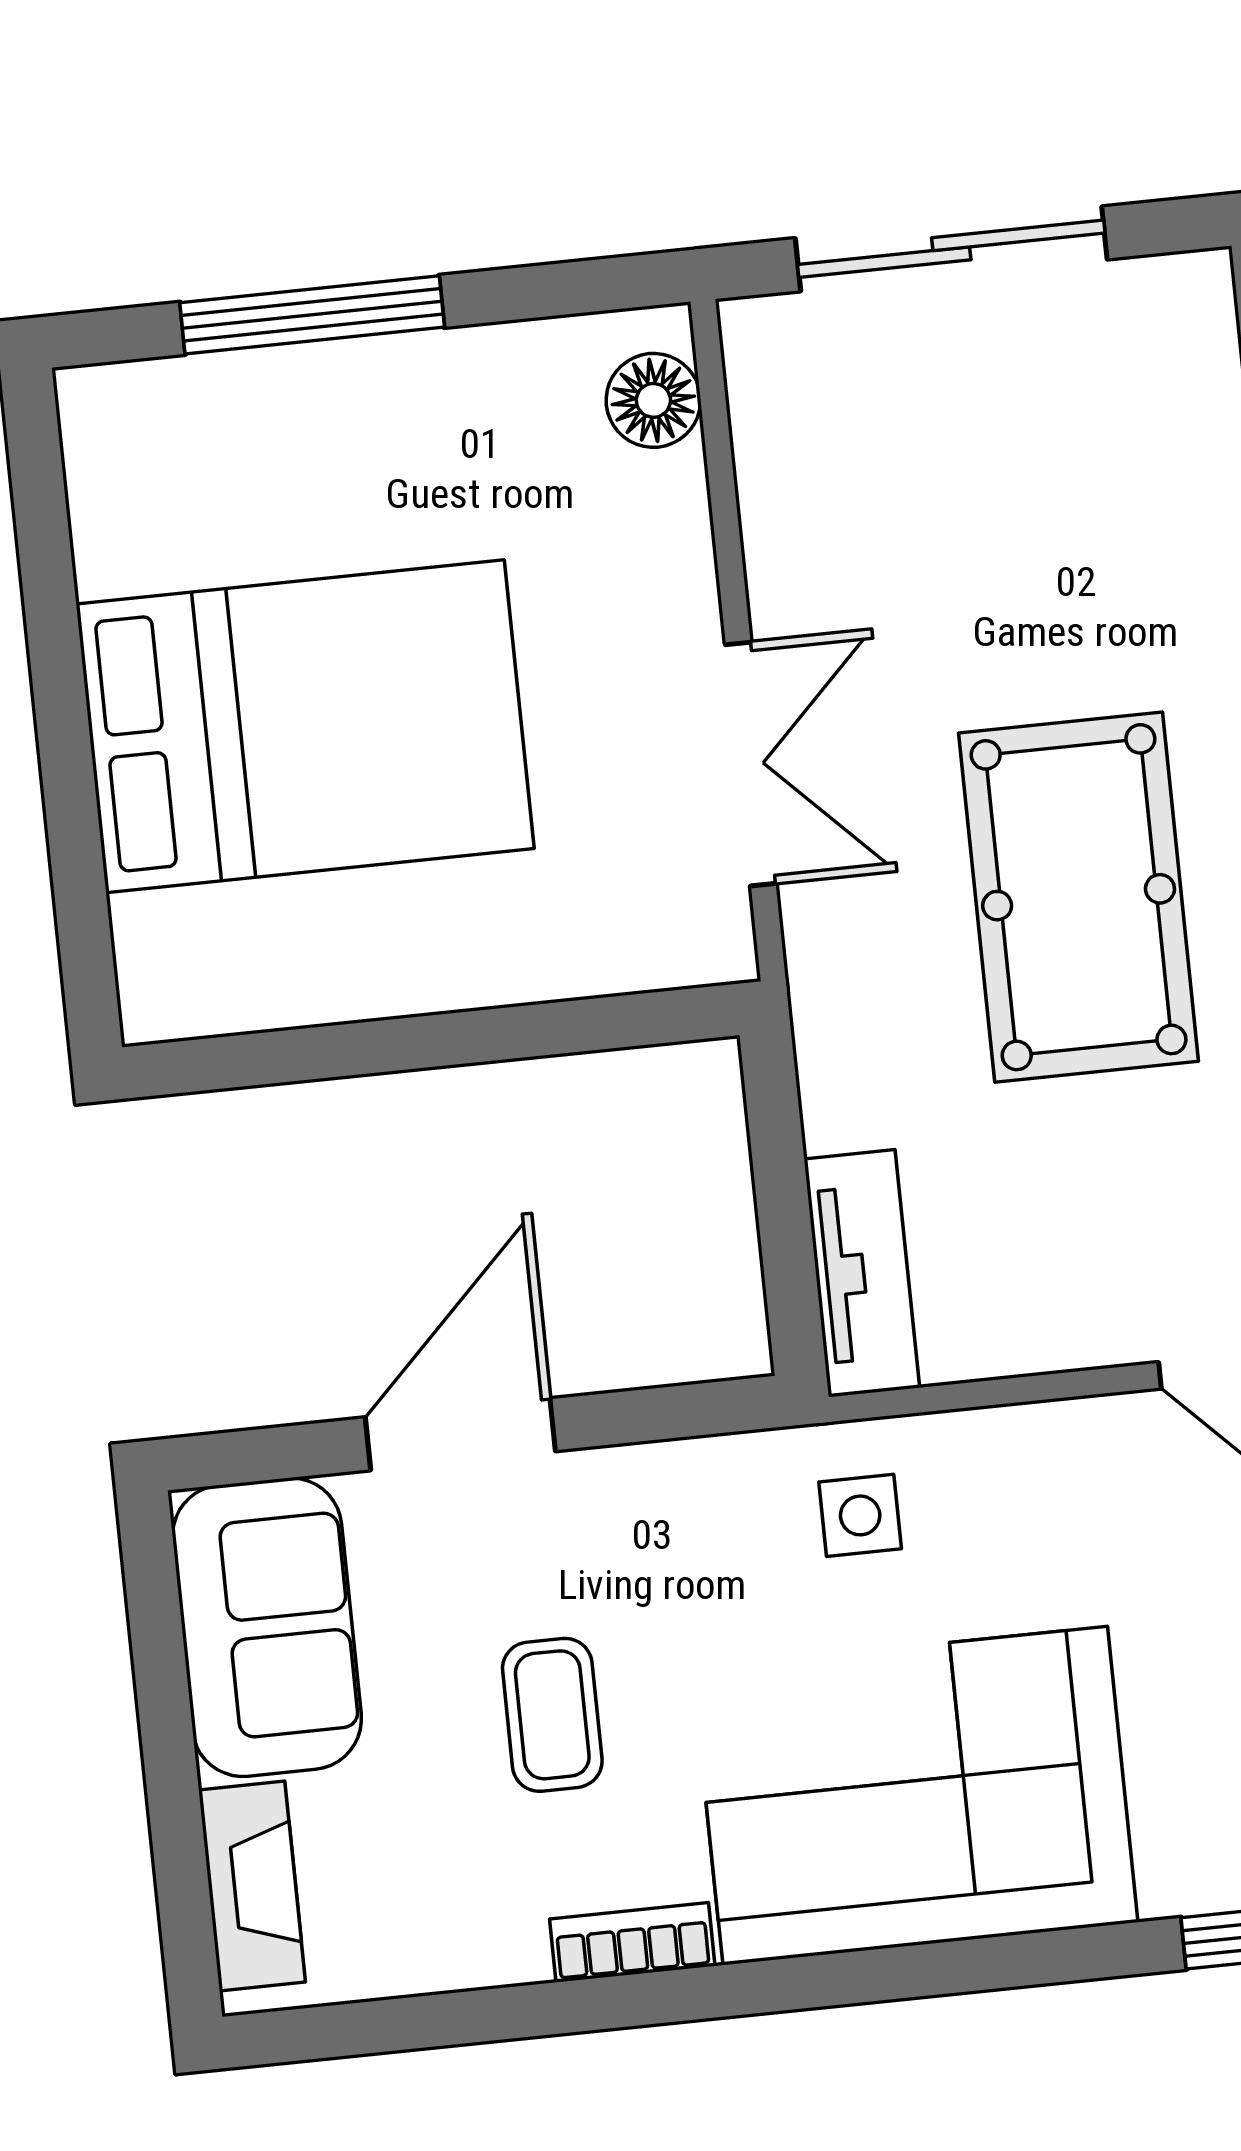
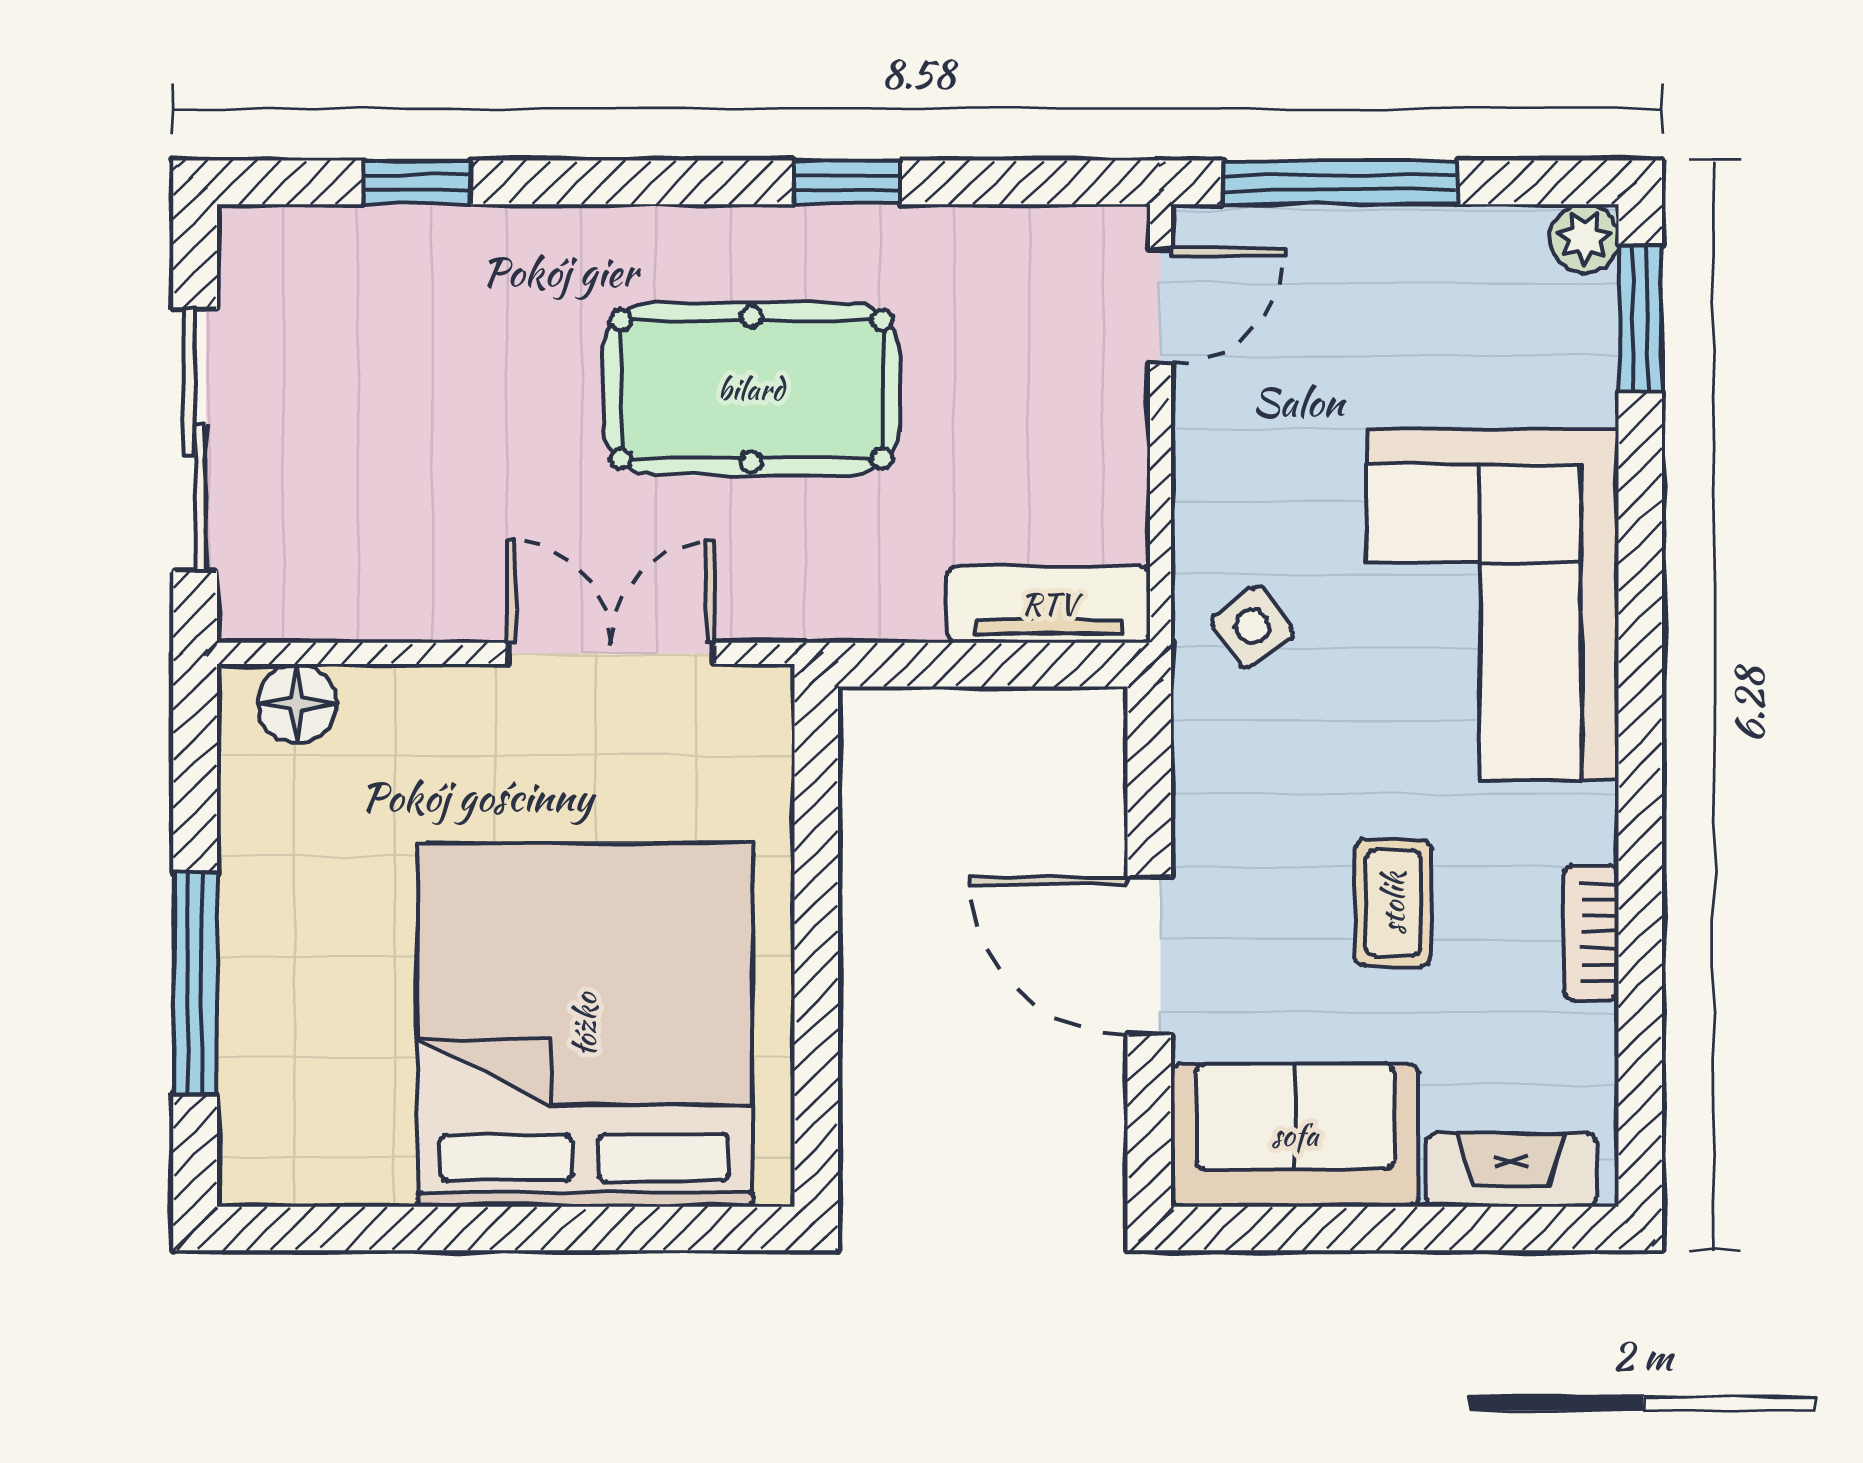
bed: (305, 726) -> (585, 1025), width x1.36
side table: (860, 1515) -> (1252, 627), turned -36
coffee table: (552, 1715) -> (1393, 903), turned 90
bookcase: (632, 1942) -> (1592, 932), moved

